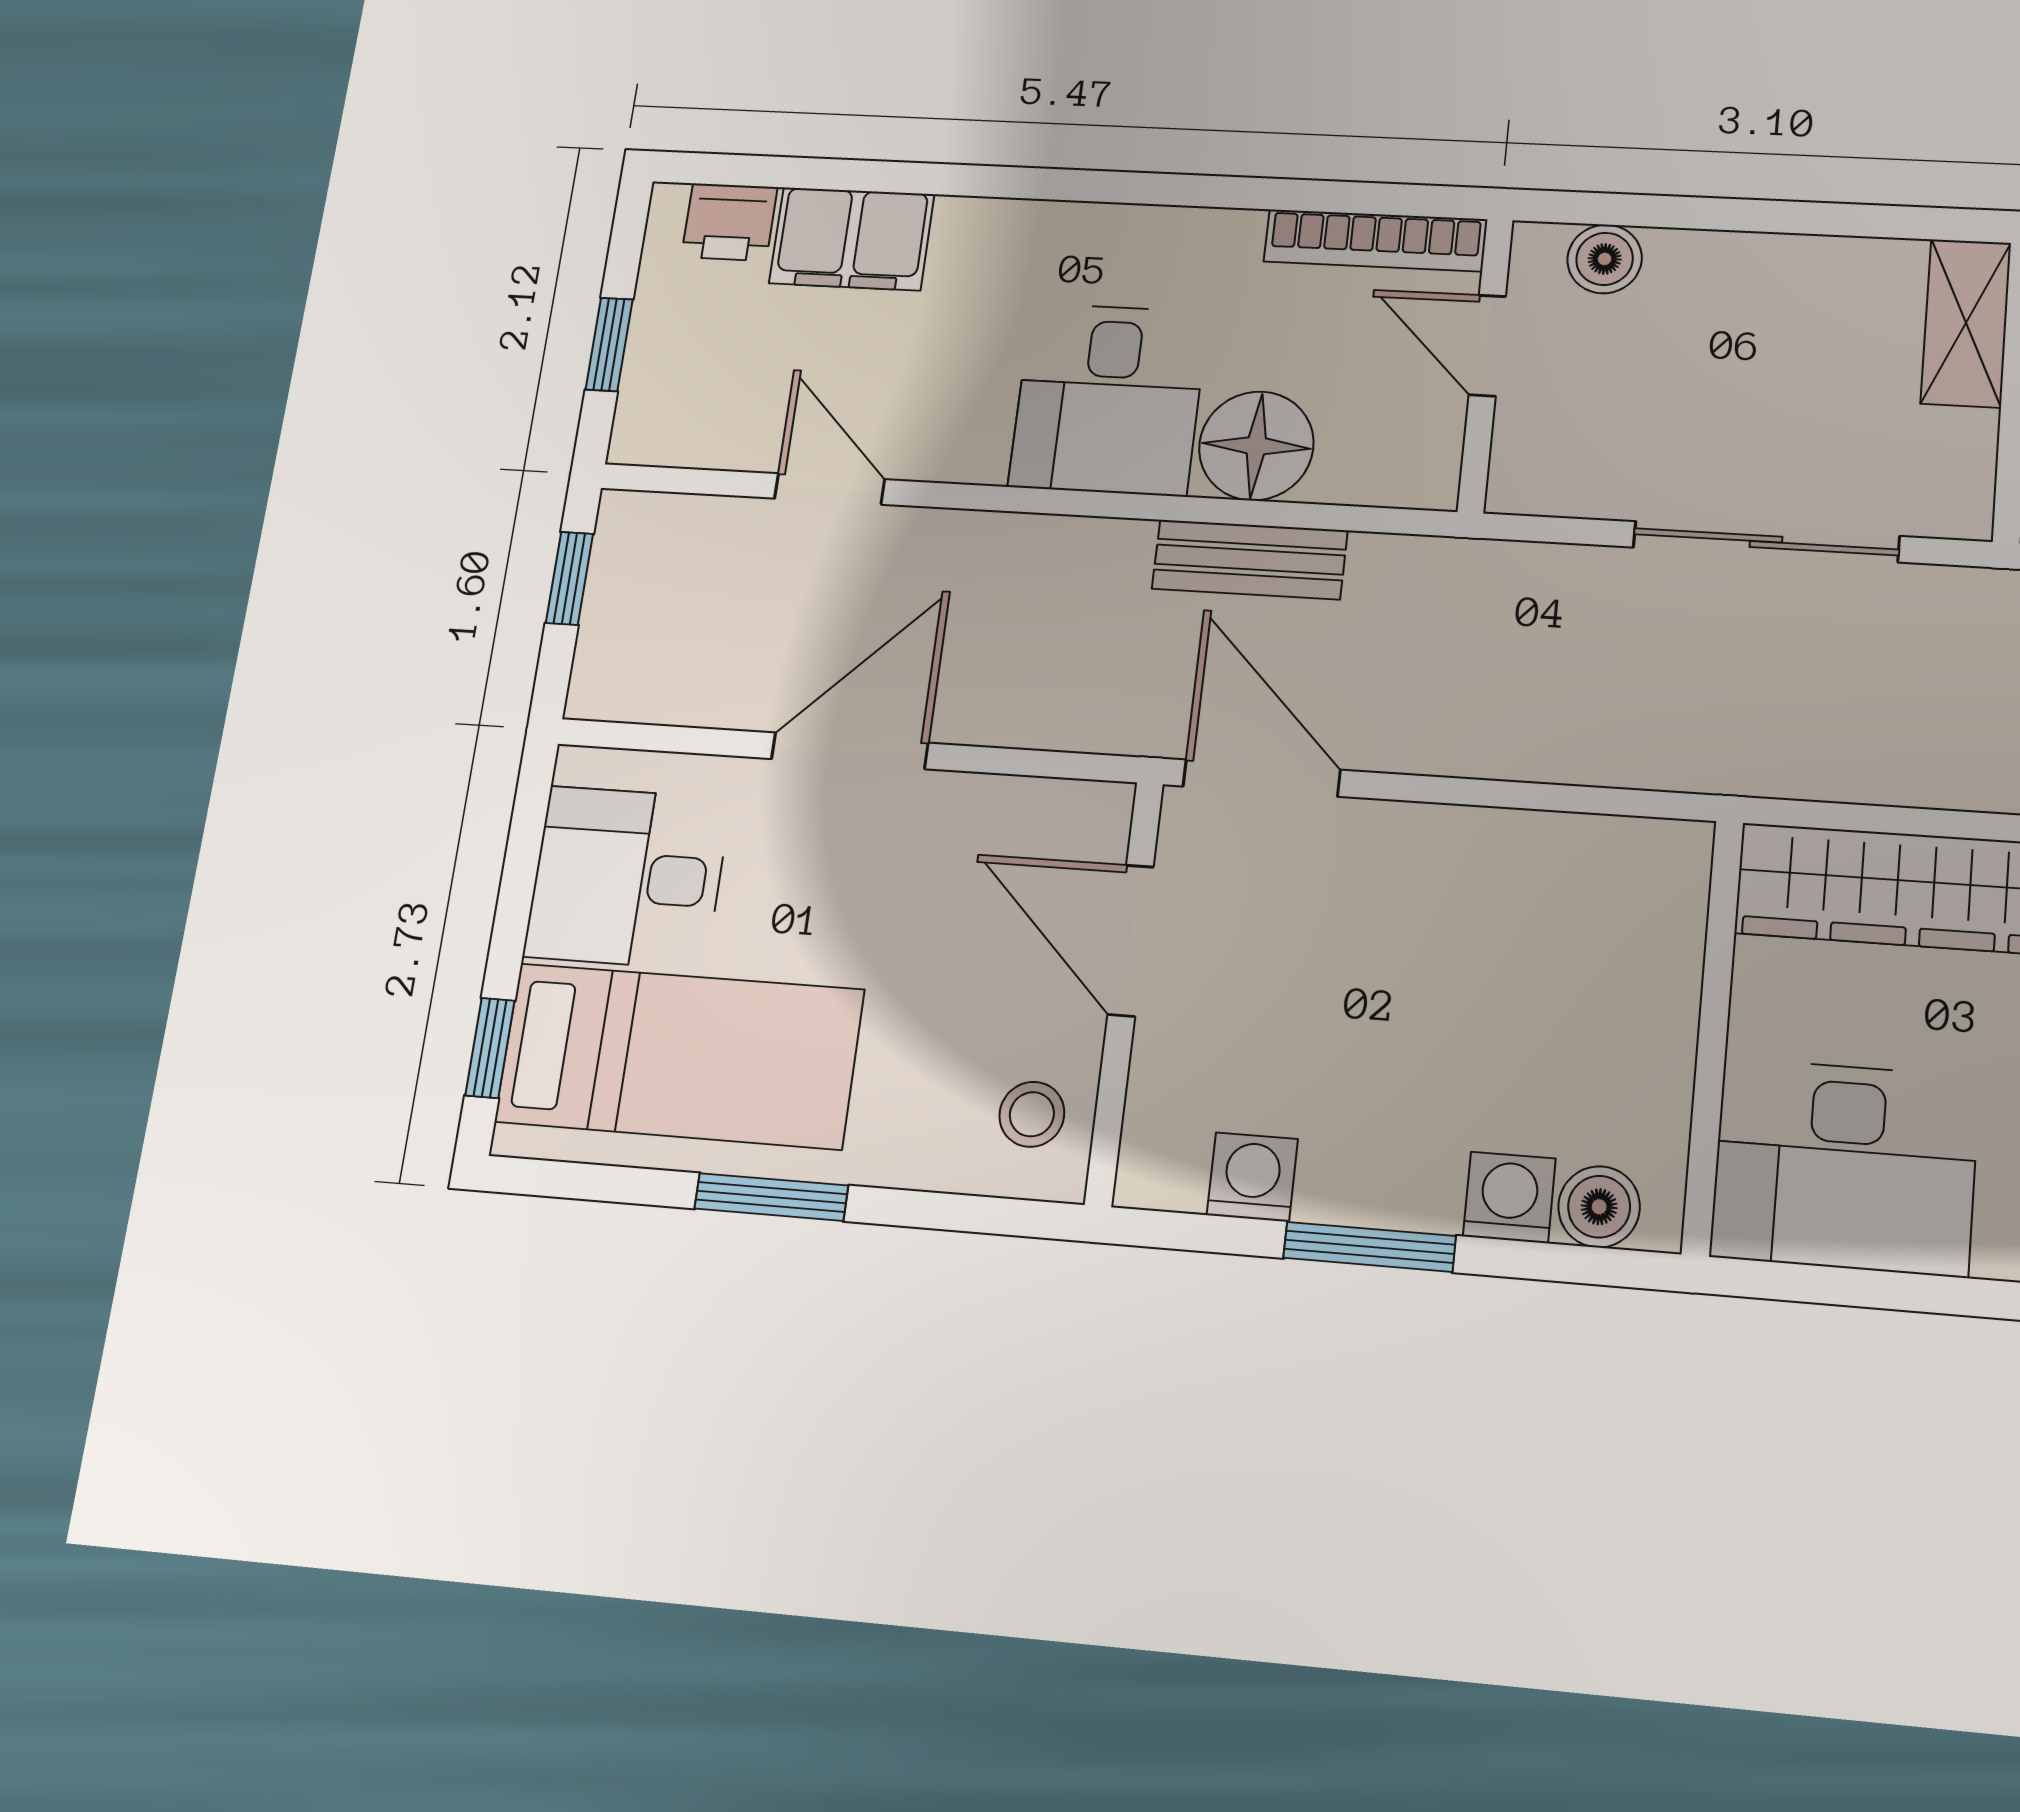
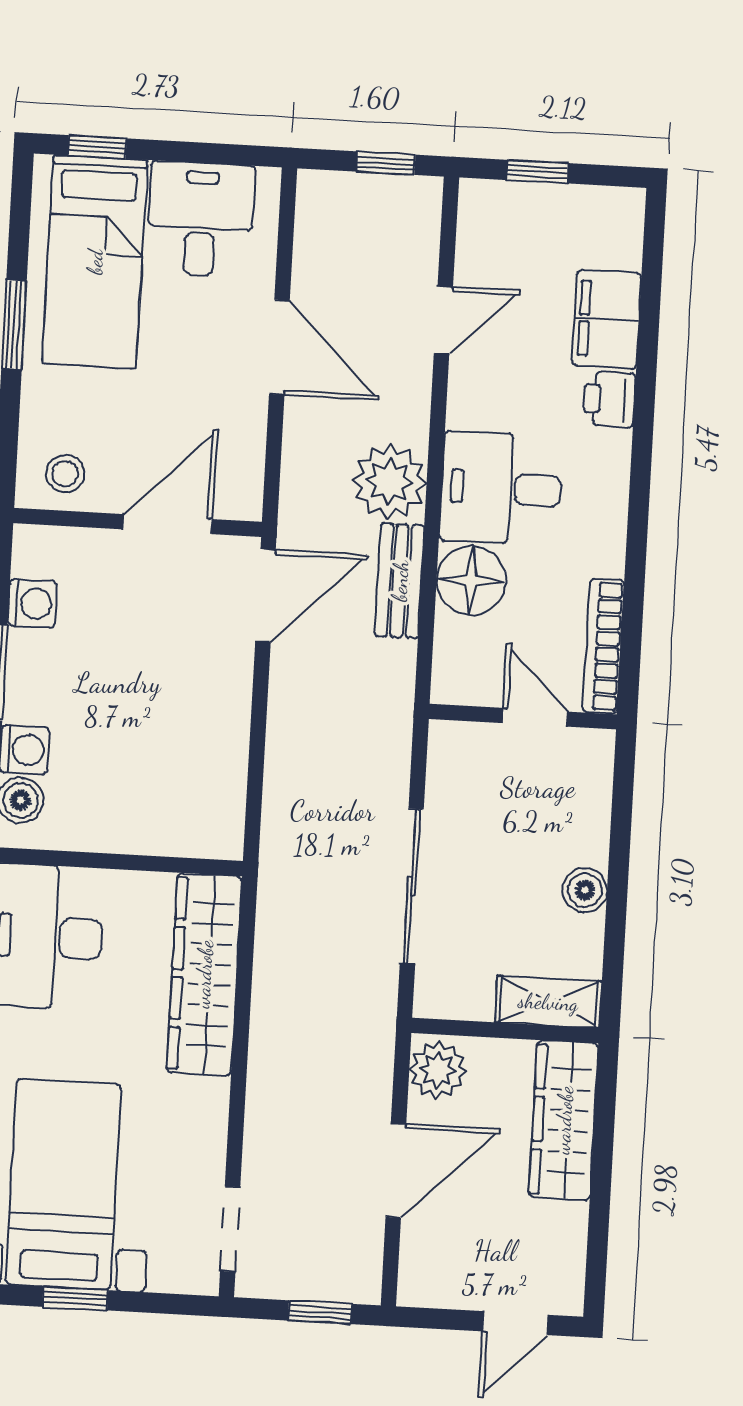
printer: (729, 222) -> (610, 399), moved
boiler: (1605, 259) -> (585, 890), moved
door: (1487, 346) -> (535, 717), hinge flipped
plant: (1085, 575) -> (389, 482), added

